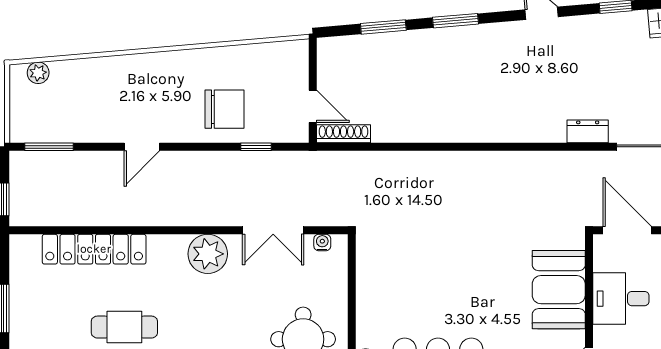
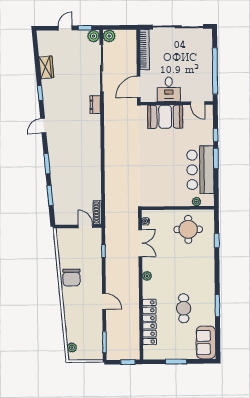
door: (313, 106) -> (85, 226), hinge flipped
chair: (224, 109) -> (71, 277), moved, turned 180
plant: (208, 254) -> (147, 276), width x0.53, depth x0.53

